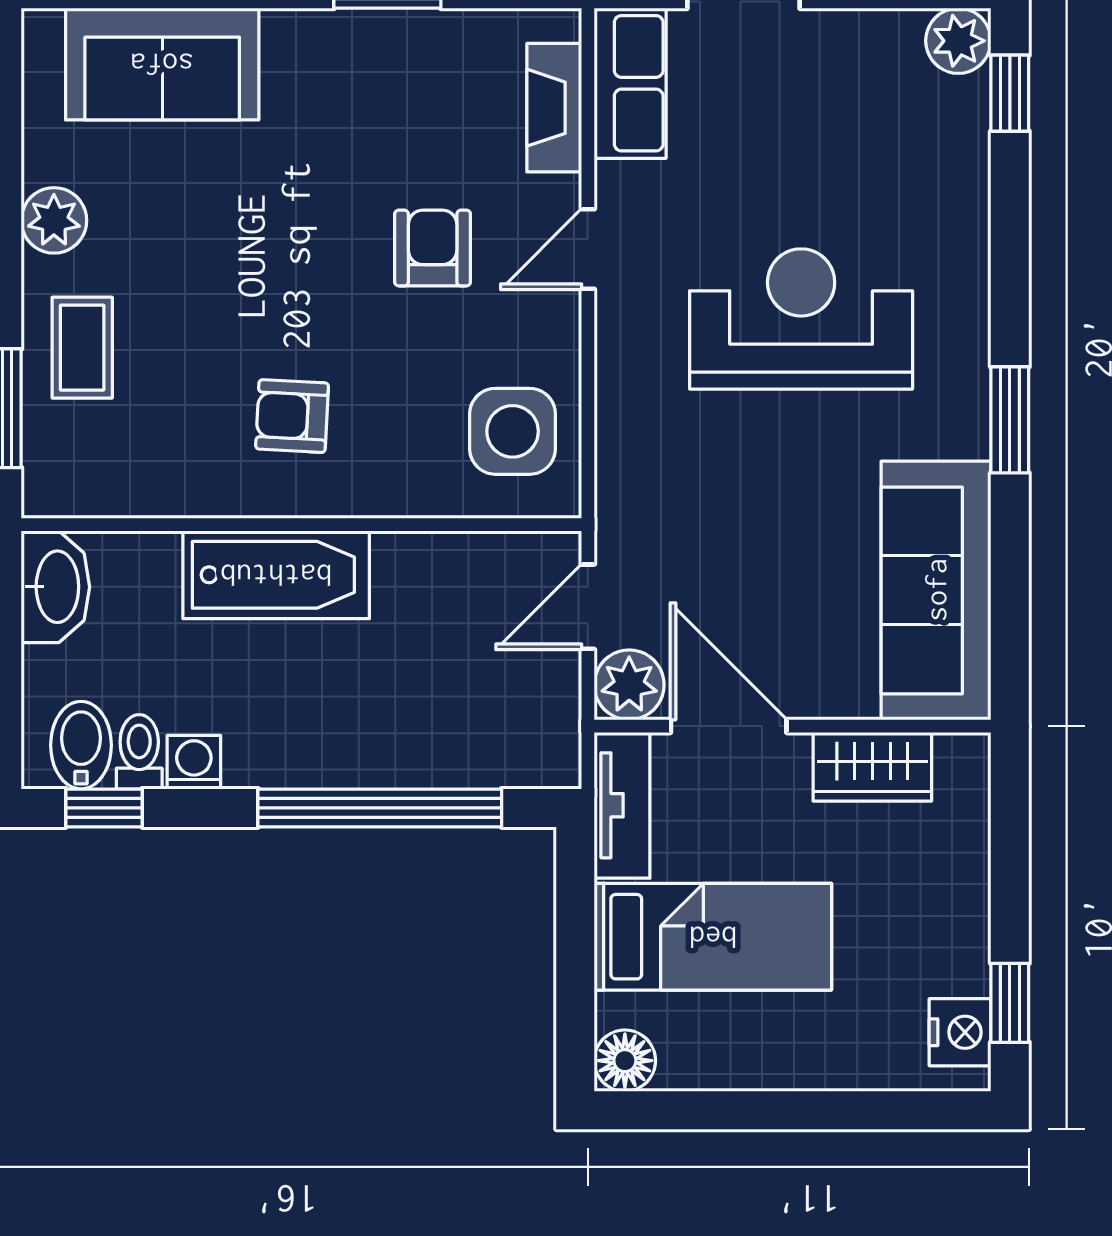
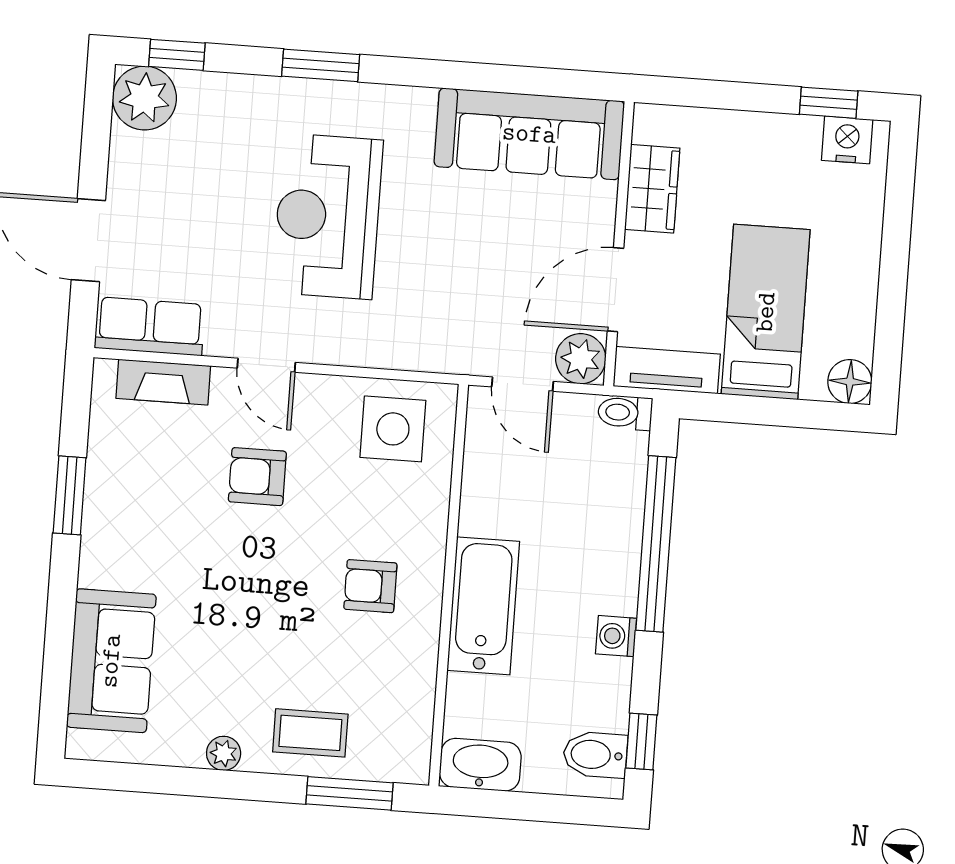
plant: (958, 41) -> (144, 98), width x1.36, depth x1.36
plant: (54, 220) -> (224, 753), width x0.73, depth x0.73
armchair: (292, 416) -> (370, 586), turned 87
window: (1010, 420) -> (321, 65), moved
toilet: (139, 752) -> (625, 413), moved
washing machine: (194, 762) -> (616, 636), moved

